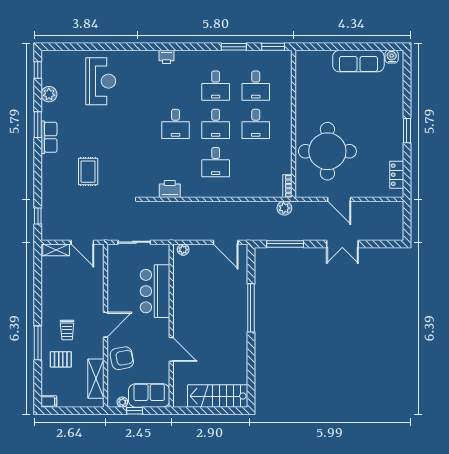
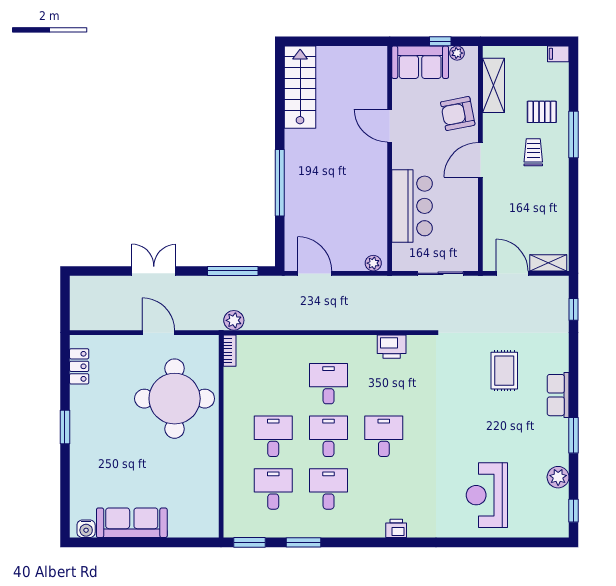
row of seats: (49, 137) -> (558, 395), moved
stairs: (218, 396) -> (300, 87), moved, turned -90

